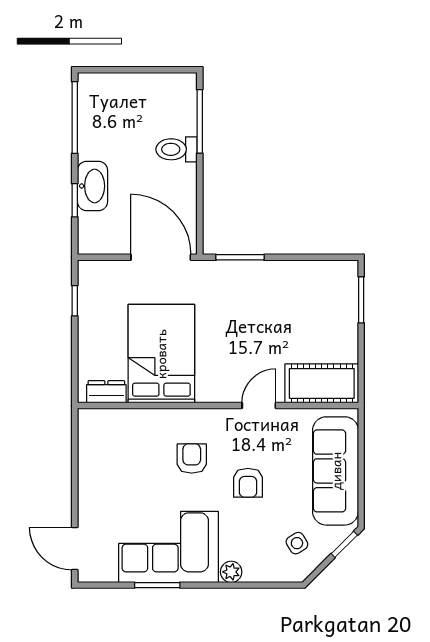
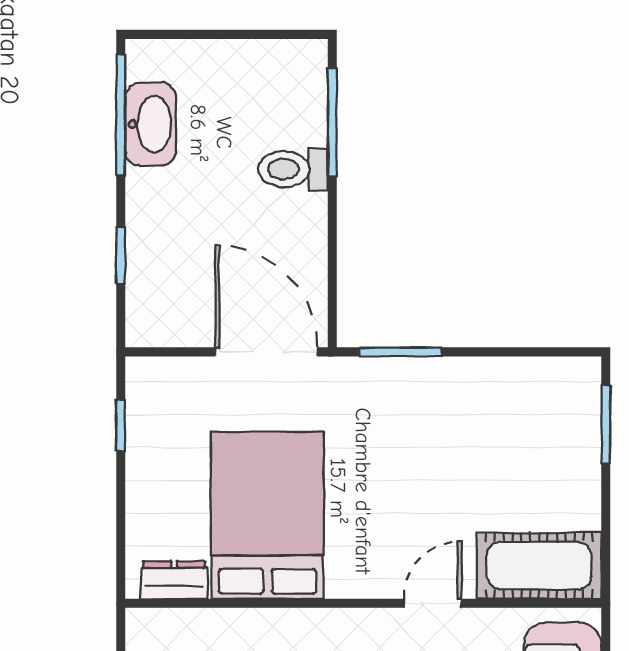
washbasin: (92, 186) -> (151, 124), moved

